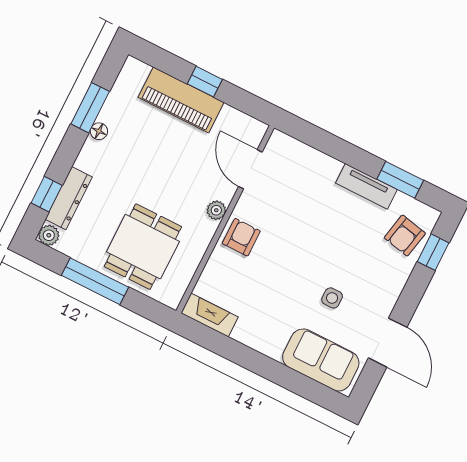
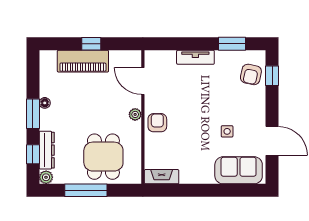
window: (90, 108) -> (33, 114), moved
tv unit: (366, 186) -> (195, 57), moved

